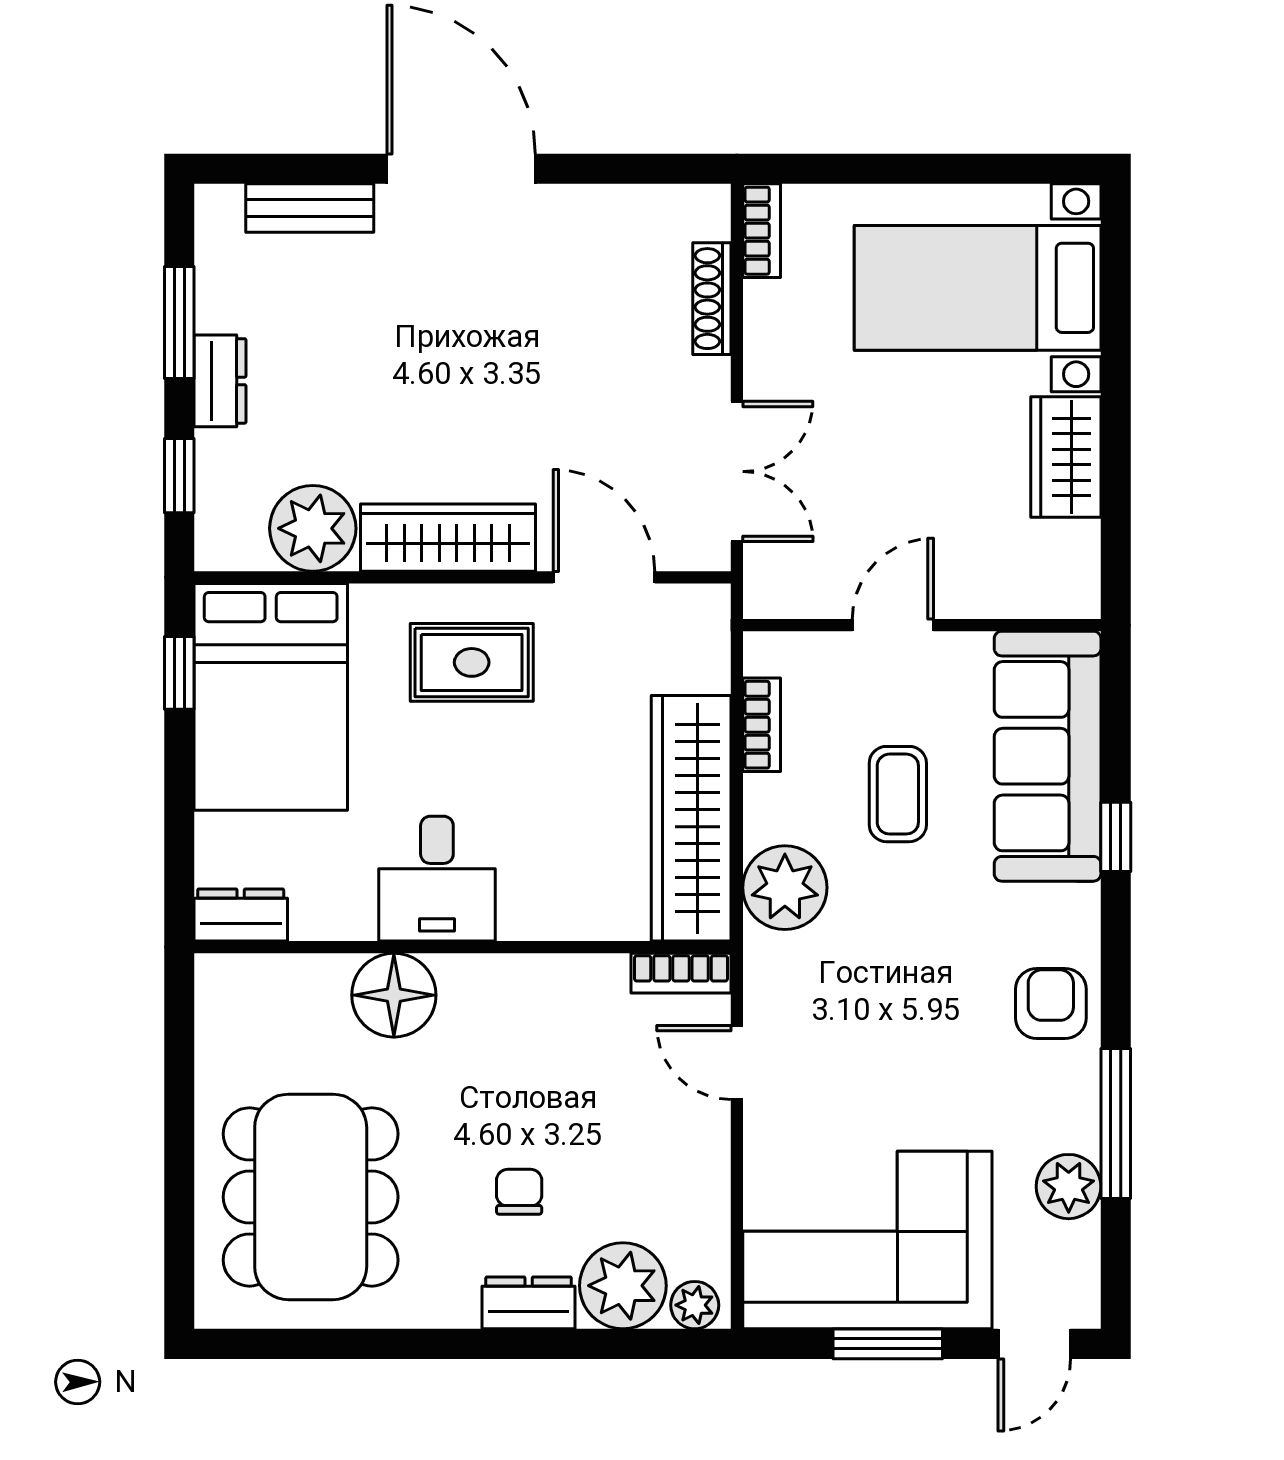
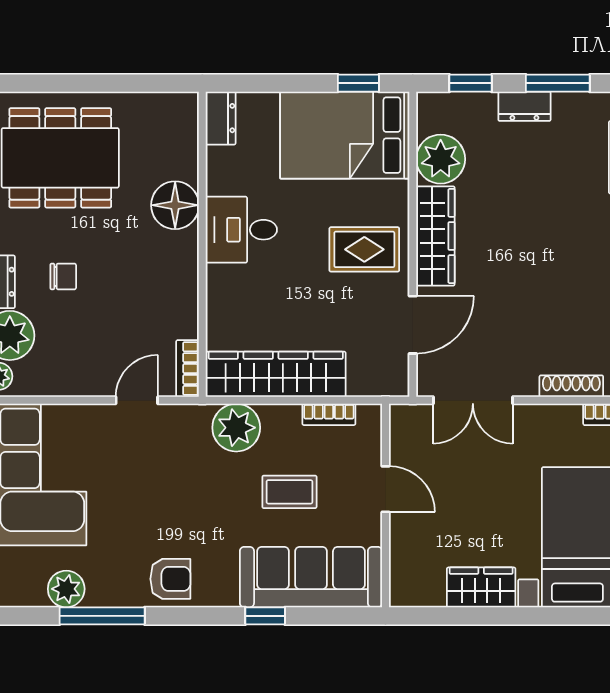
rug: (472, 662) -> (364, 249), turned 90

